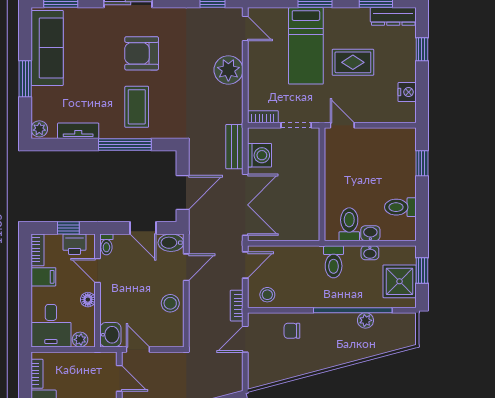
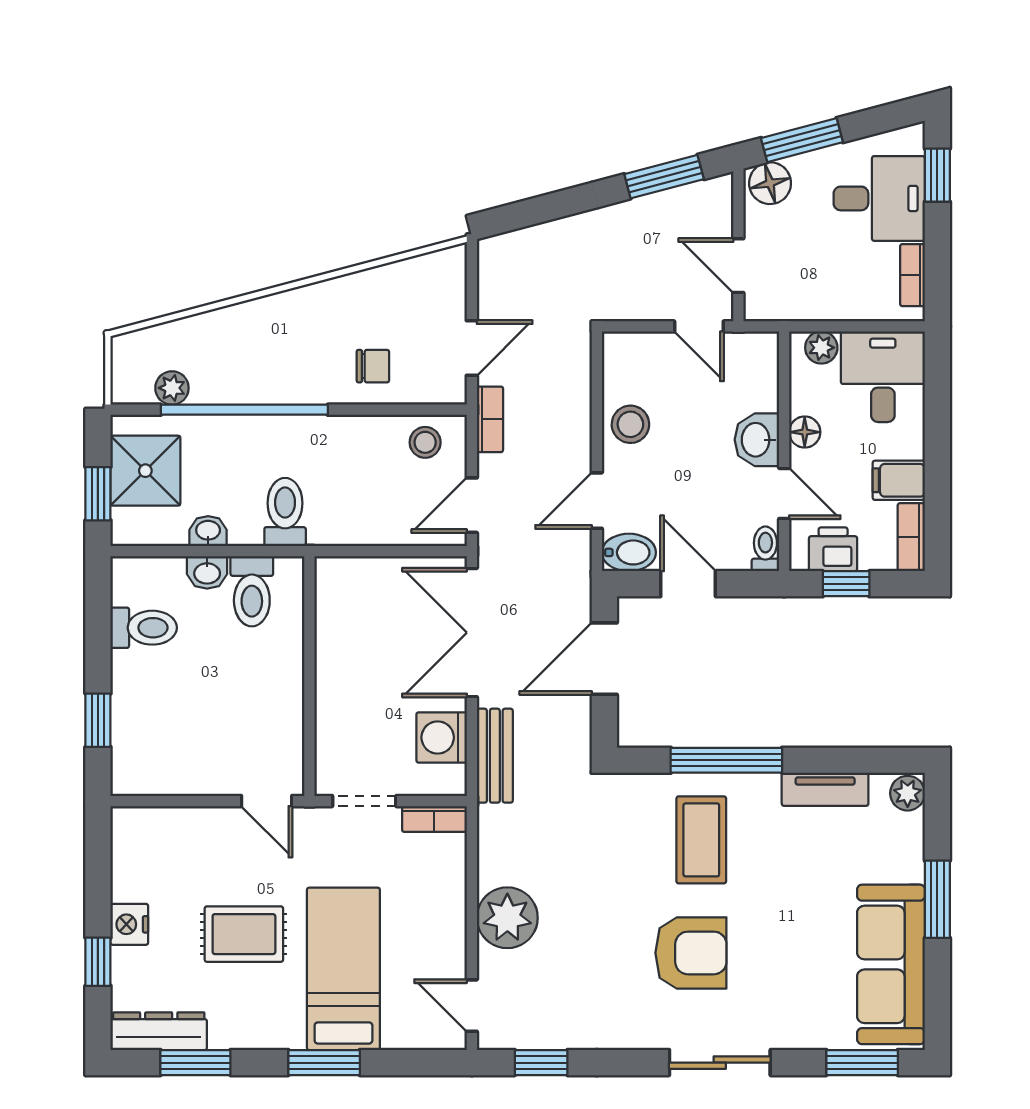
nightstand: (407, 92) -> (129, 924), moved
plant: (365, 320) -> (172, 388), moved
washbasin: (110, 335) -> (757, 440), moved

